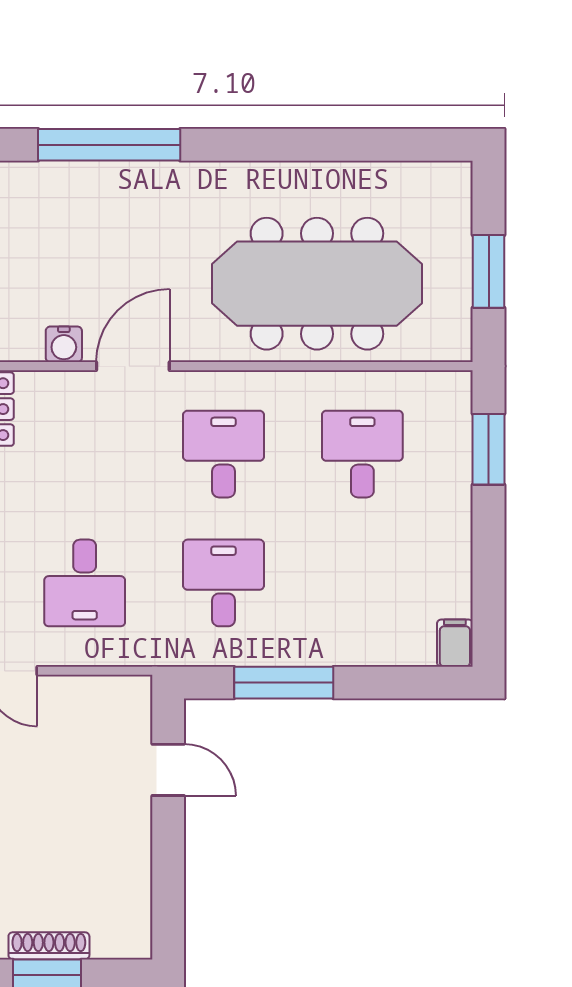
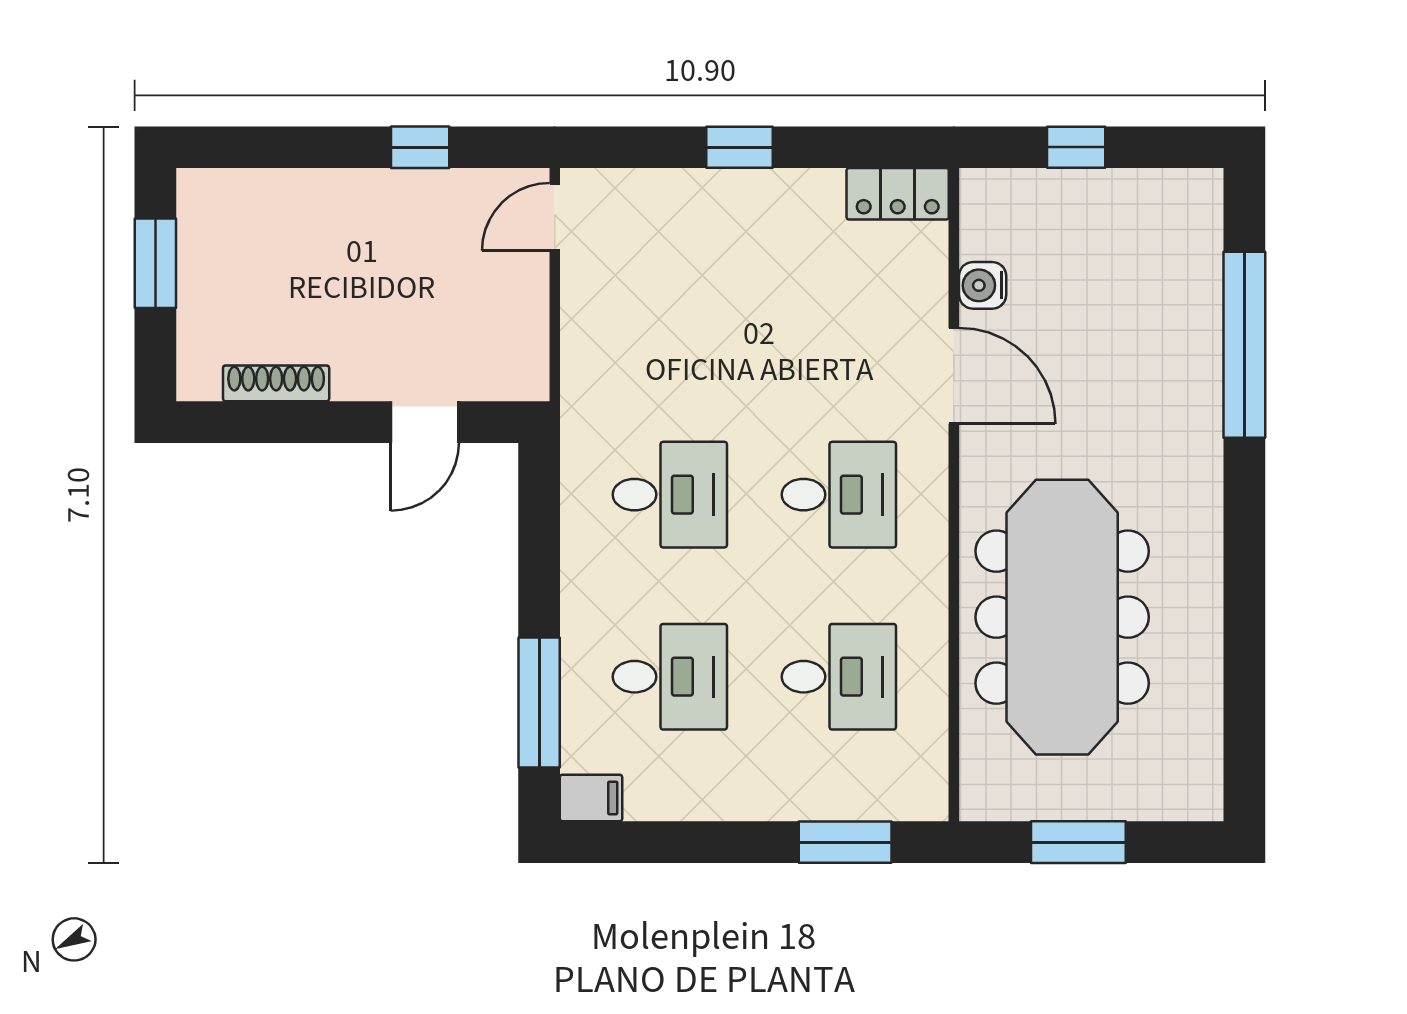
desk: (85, 583) -> (670, 677), moved, turned 180
window: (284, 683) -> (539, 702), moved
shoe rack: (49, 946) -> (276, 383), moved, turned -90

